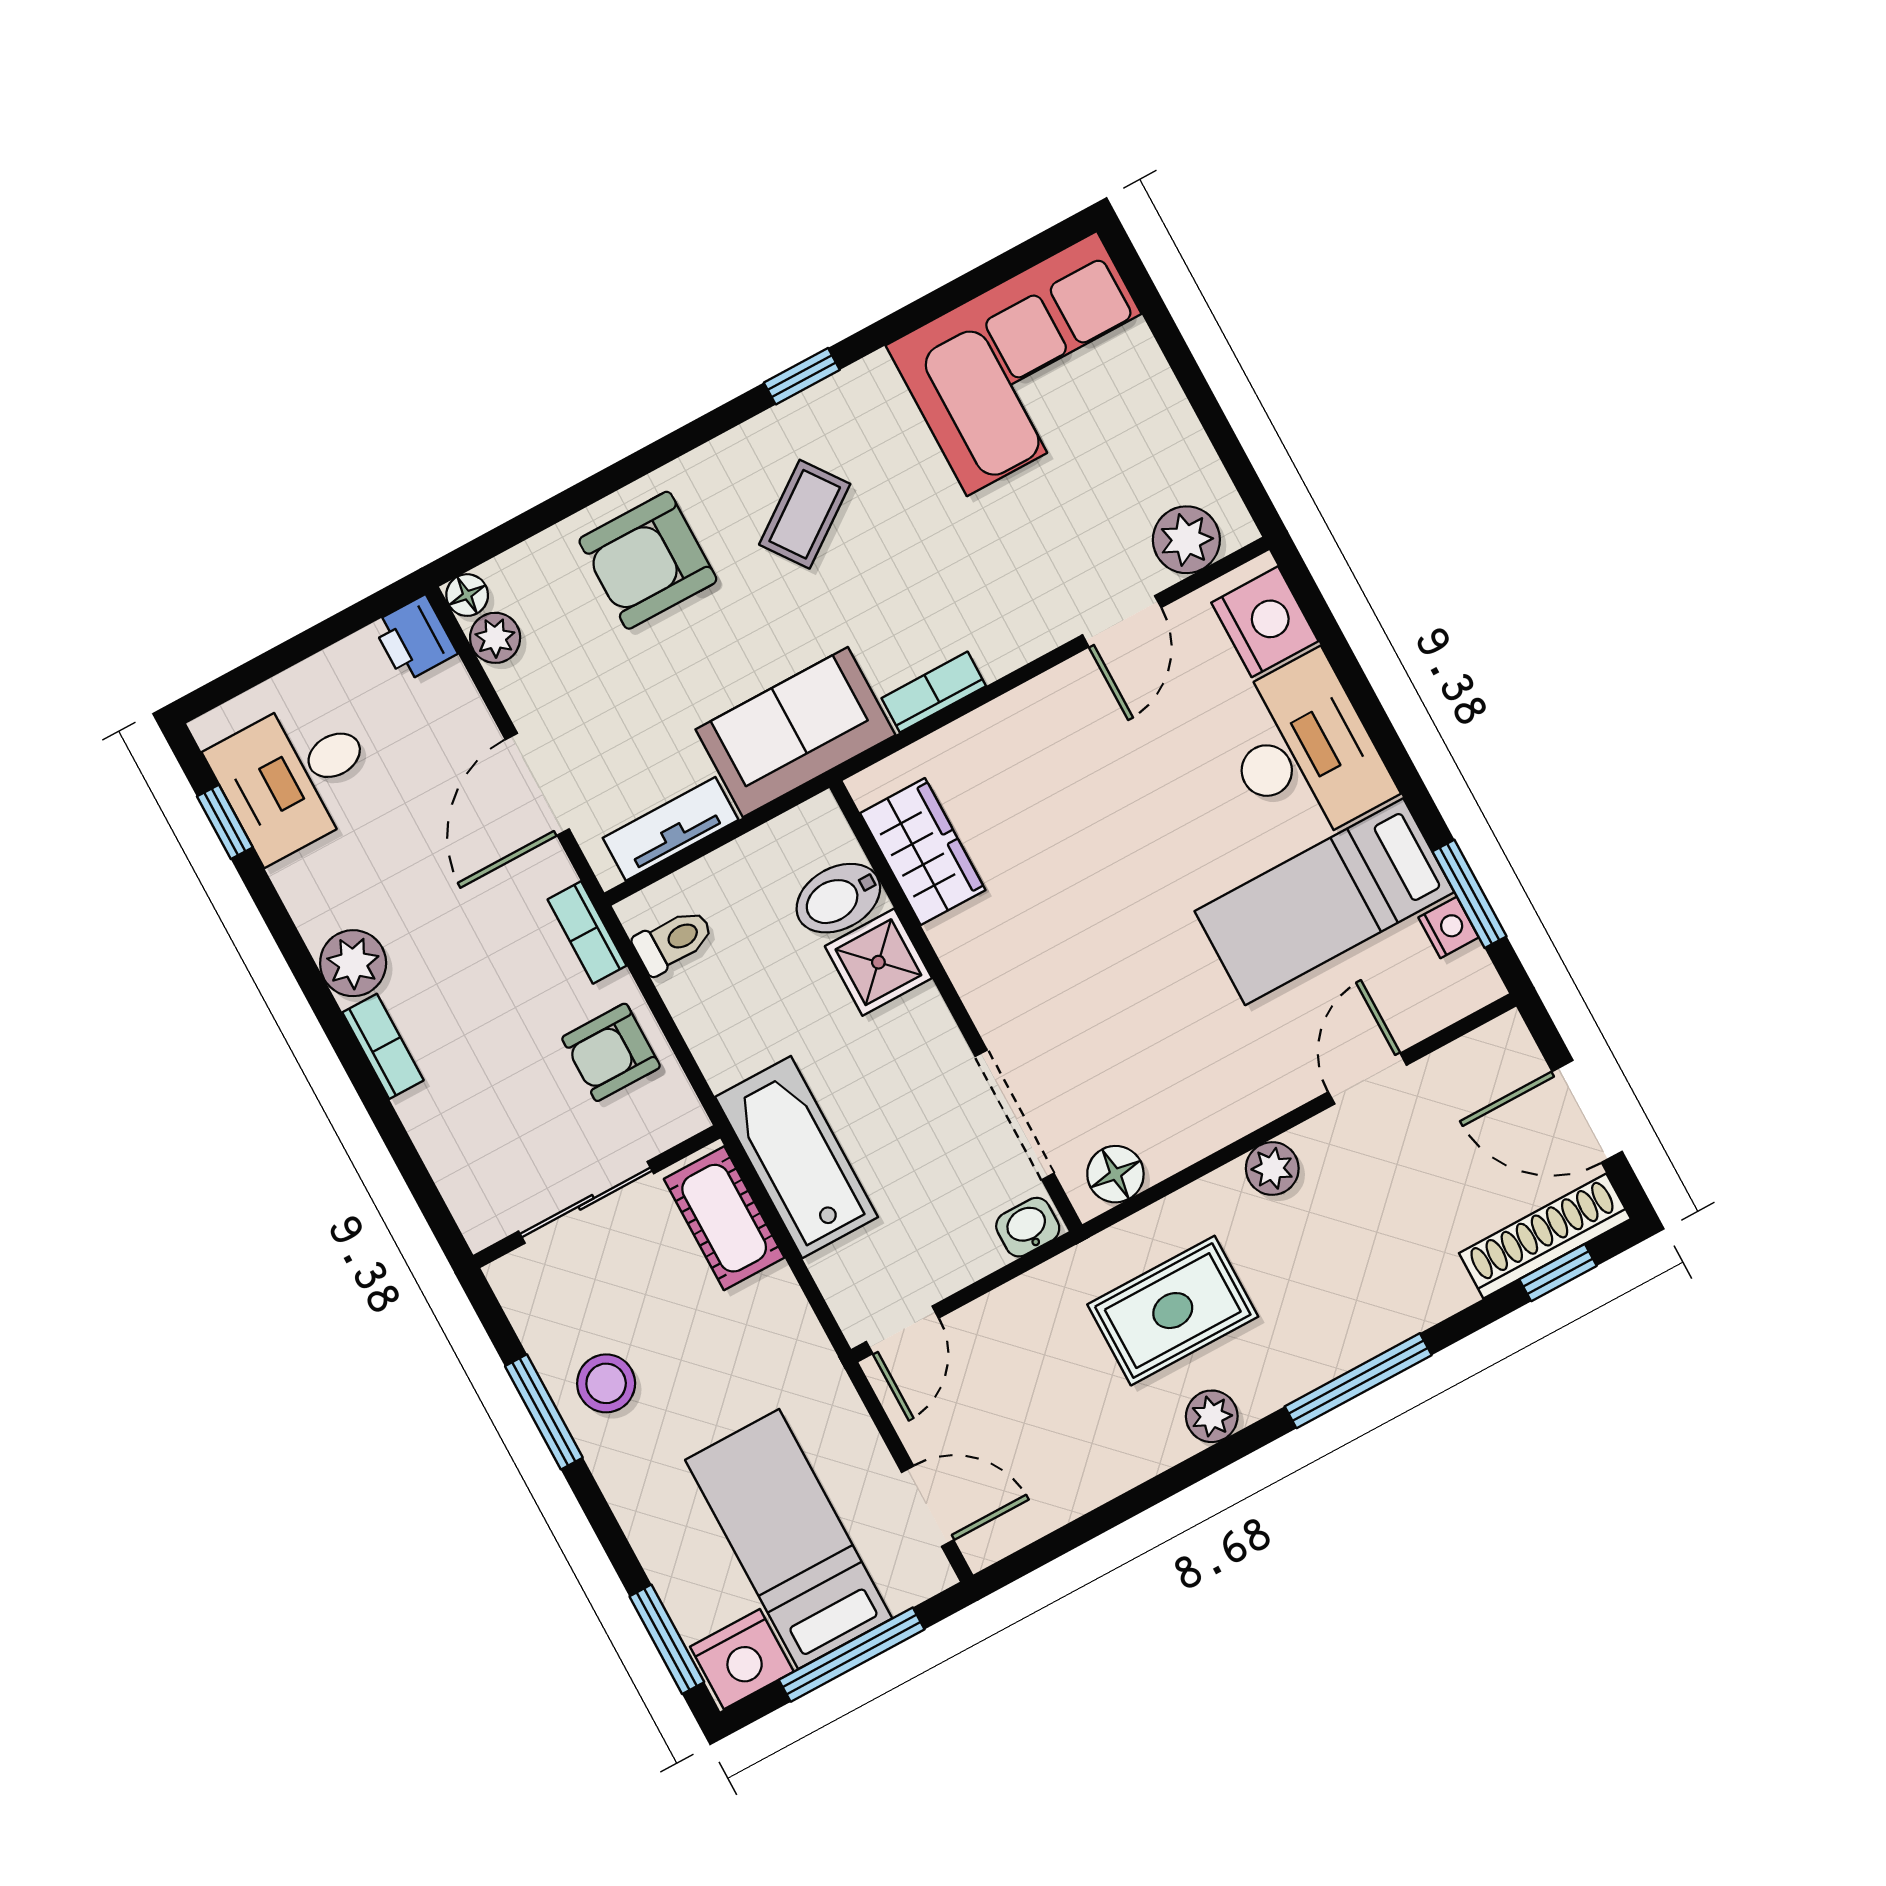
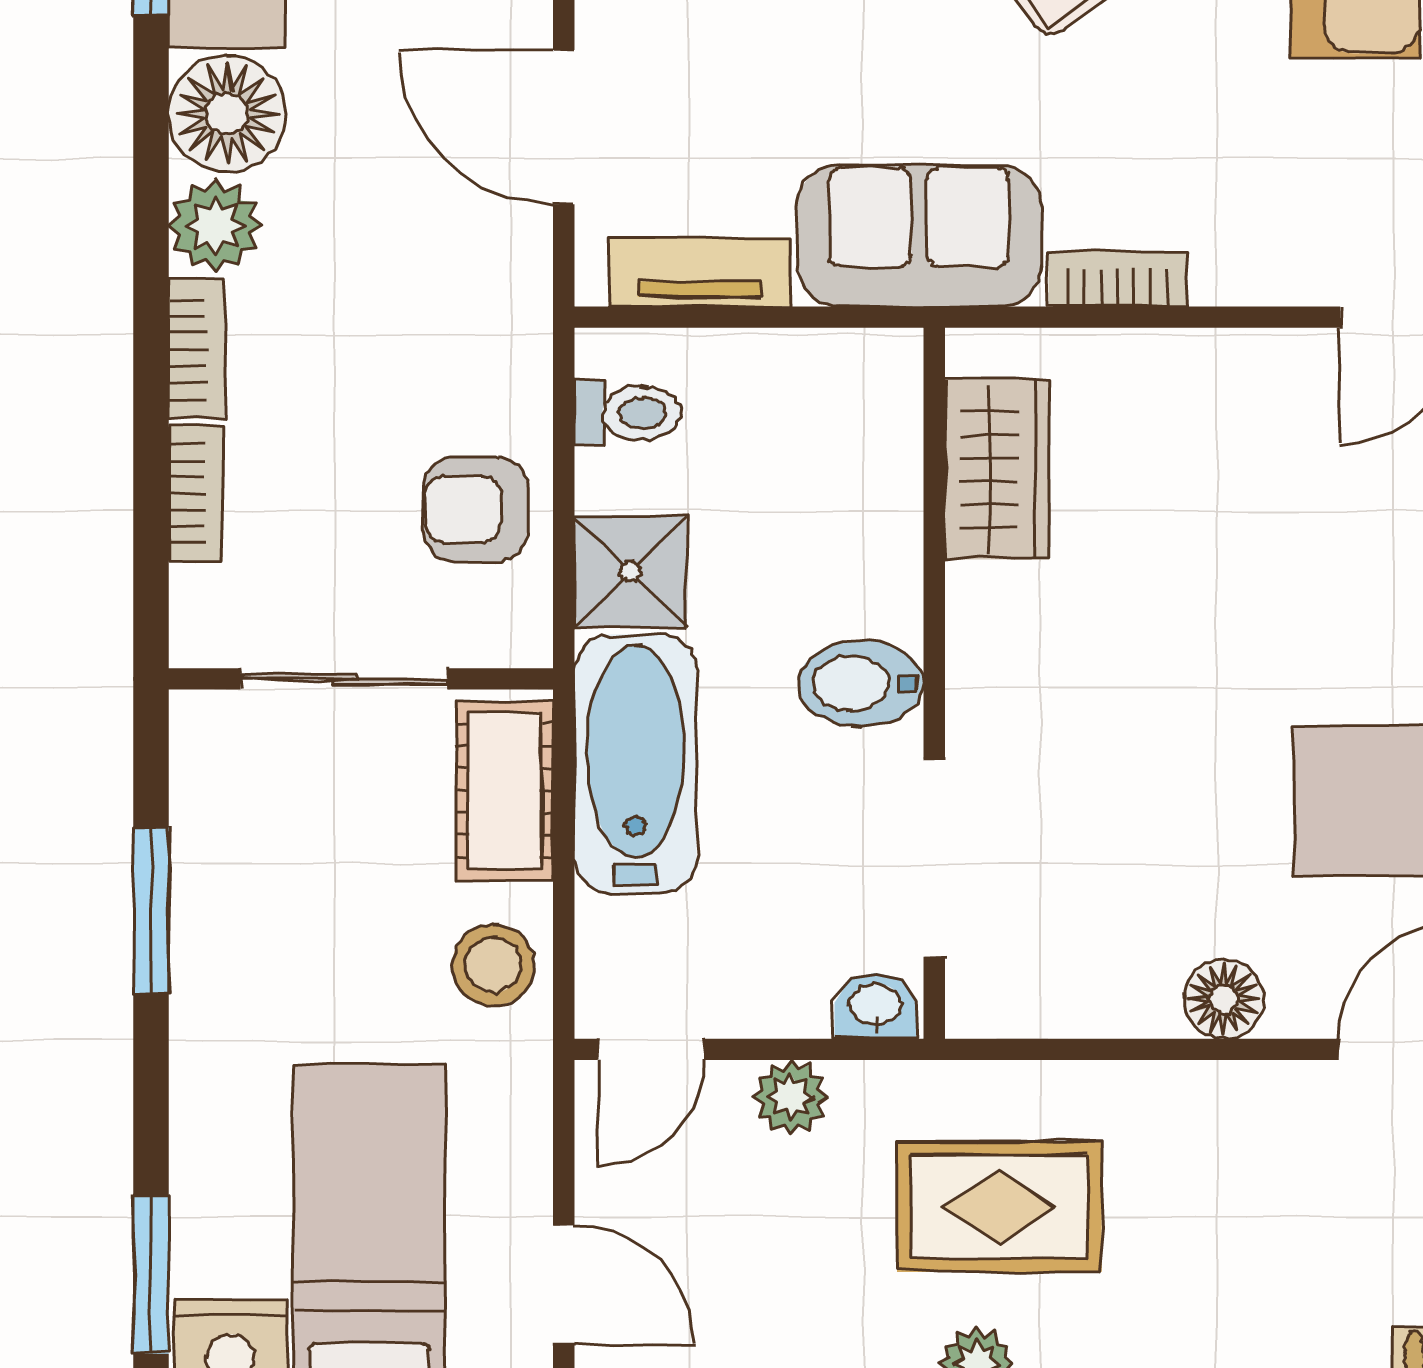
door: (537, 784) -> (564, 127), hinge flipped
floor lamp: (323, 889) -> (227, 114), added
bidet: (838, 898) -> (861, 683), moved
bookcase: (587, 933) -> (196, 493), moved, turned 180
shower: (878, 962) -> (630, 571), moved
plant: (1272, 1168) -> (791, 1097), moved
floor lamp: (1115, 1174) -> (1224, 999), moved
stool: (606, 1383) -> (493, 965), moved

